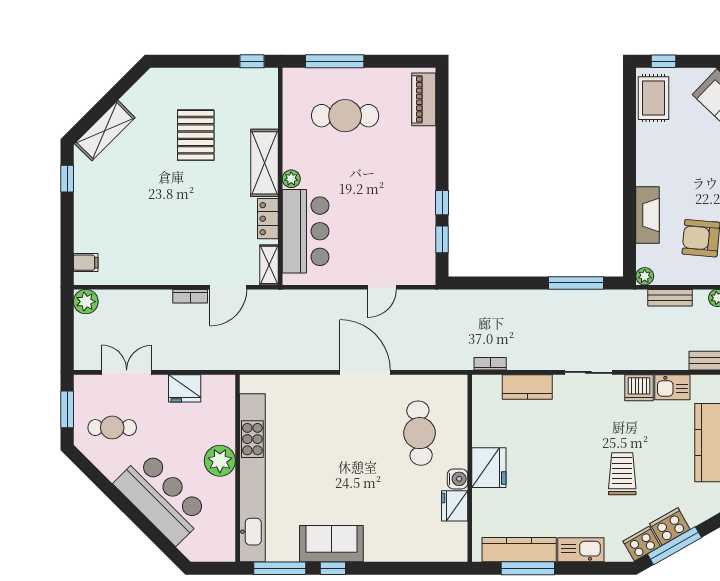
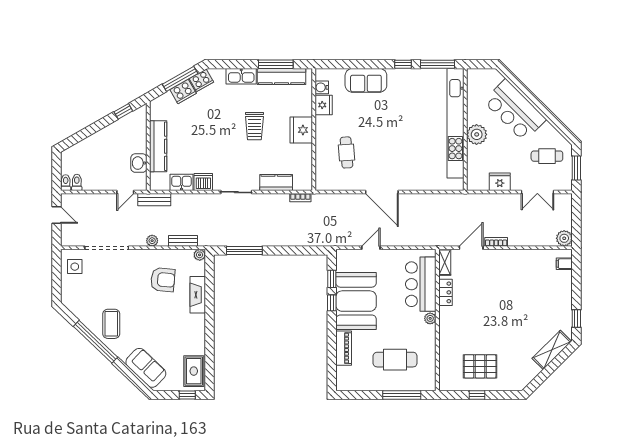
window: (252, 61) -> (477, 395), moved
piano: (424, 99) -> (344, 348), moved
pallet: (196, 135) -> (480, 366), moved, turned 90
shelving: (265, 163) -> (448, 329), removed
booth: (405, 205) -> (356, 301), added
cafe table: (419, 433) -> (346, 152), width x0.73, depth x0.74
trolley: (622, 474) -> (254, 126), moved
water cooler: (457, 479) -> (322, 87), moved
sofa: (331, 544) -> (366, 80), moved

